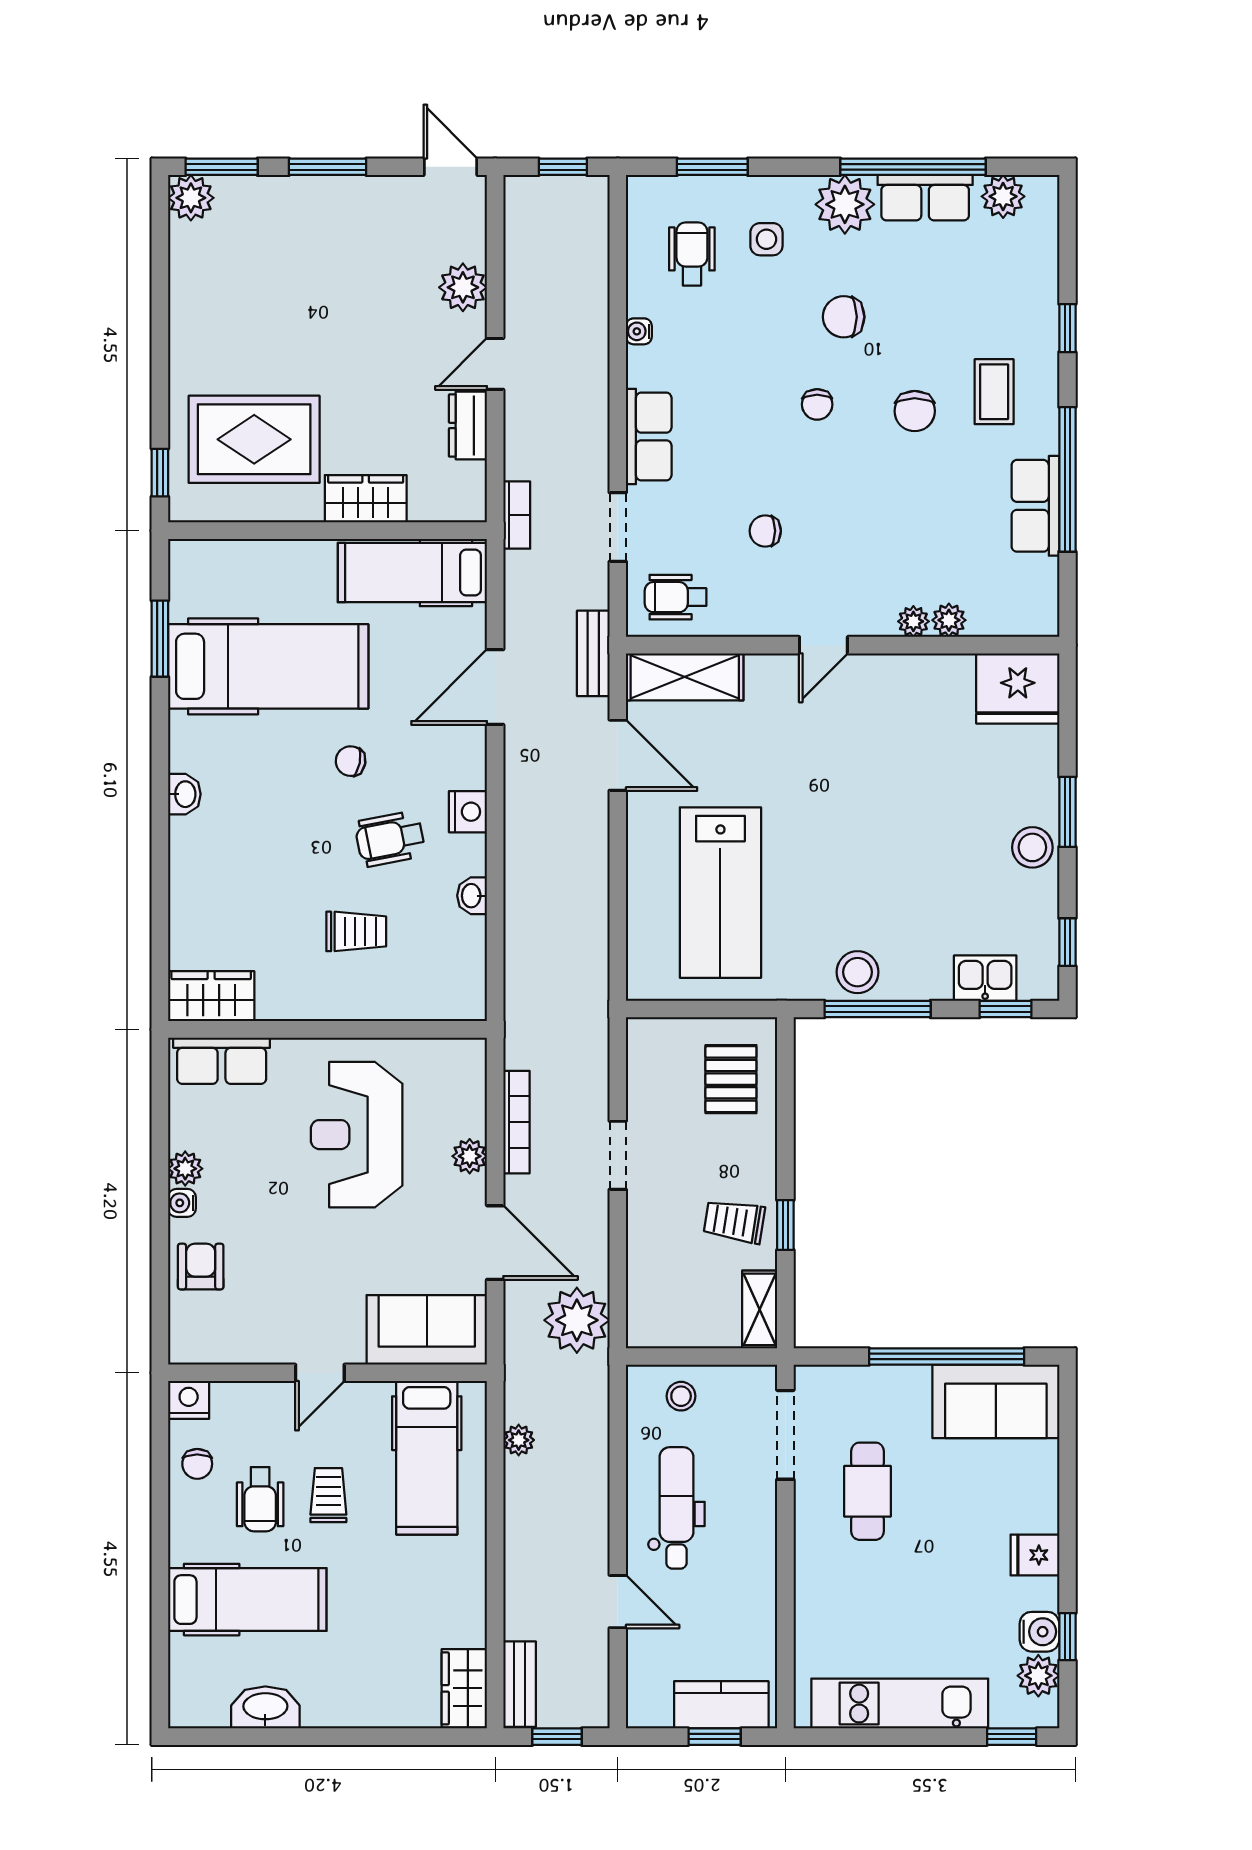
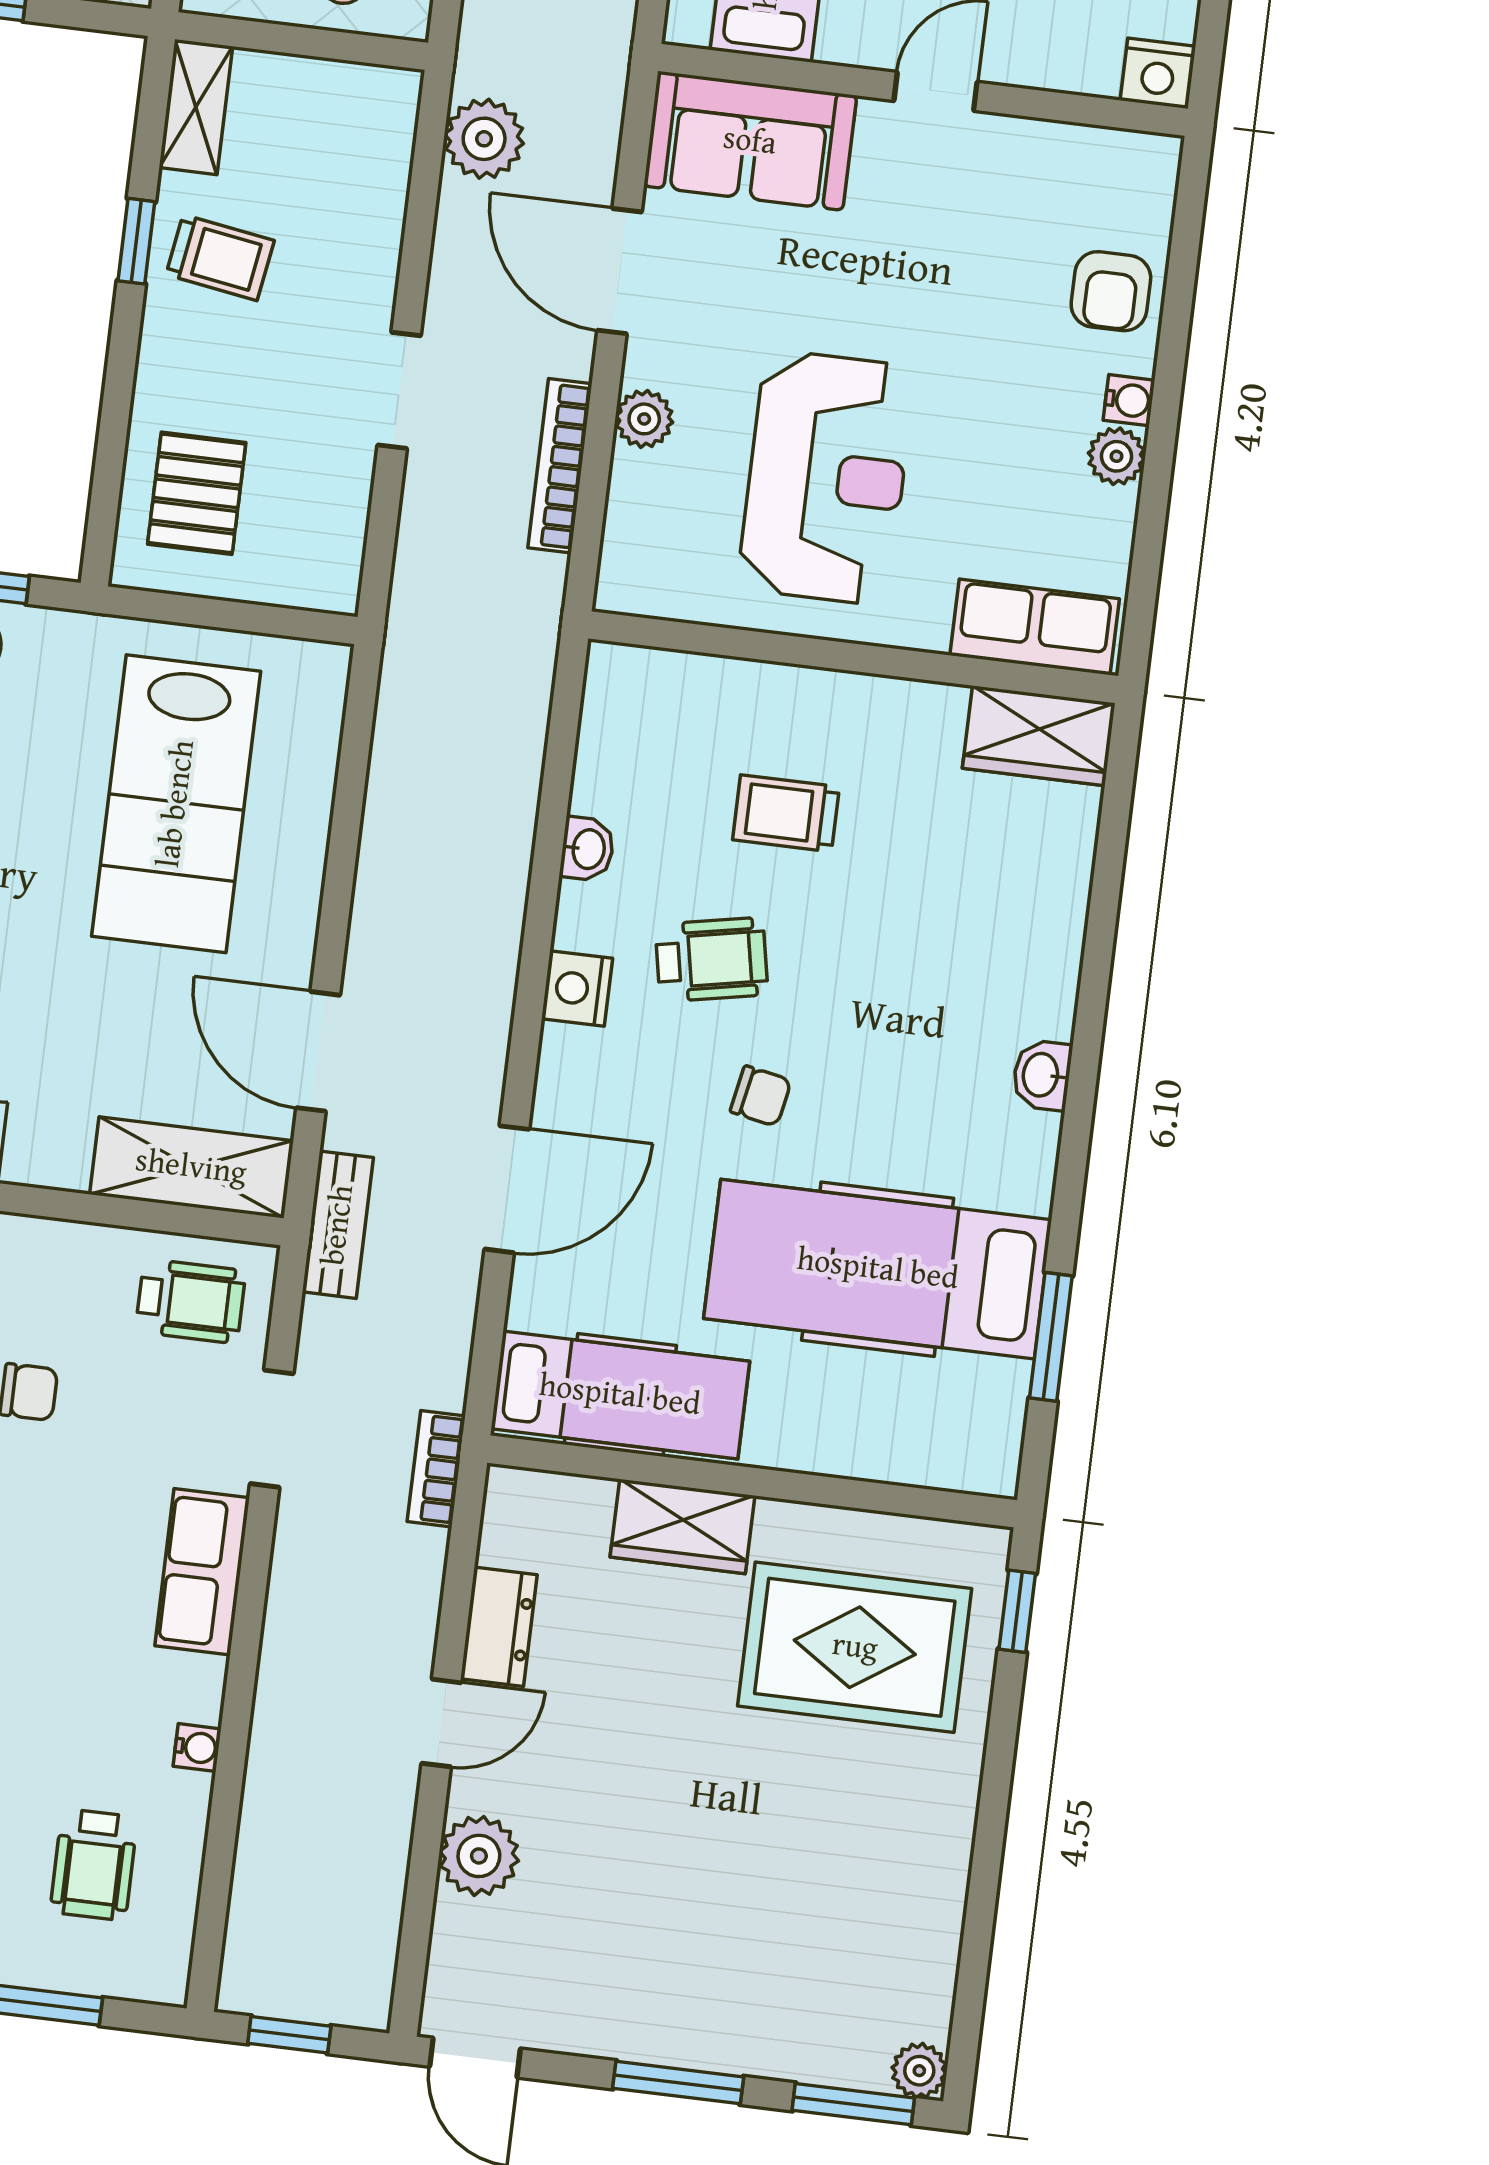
plant: (191, 198) -> (919, 2071), width x0.73, depth x0.73
lab bench: (720, 893) -> (176, 804), turned 180
plant: (577, 1320) -> (484, 139), width x0.73, depth x0.73

